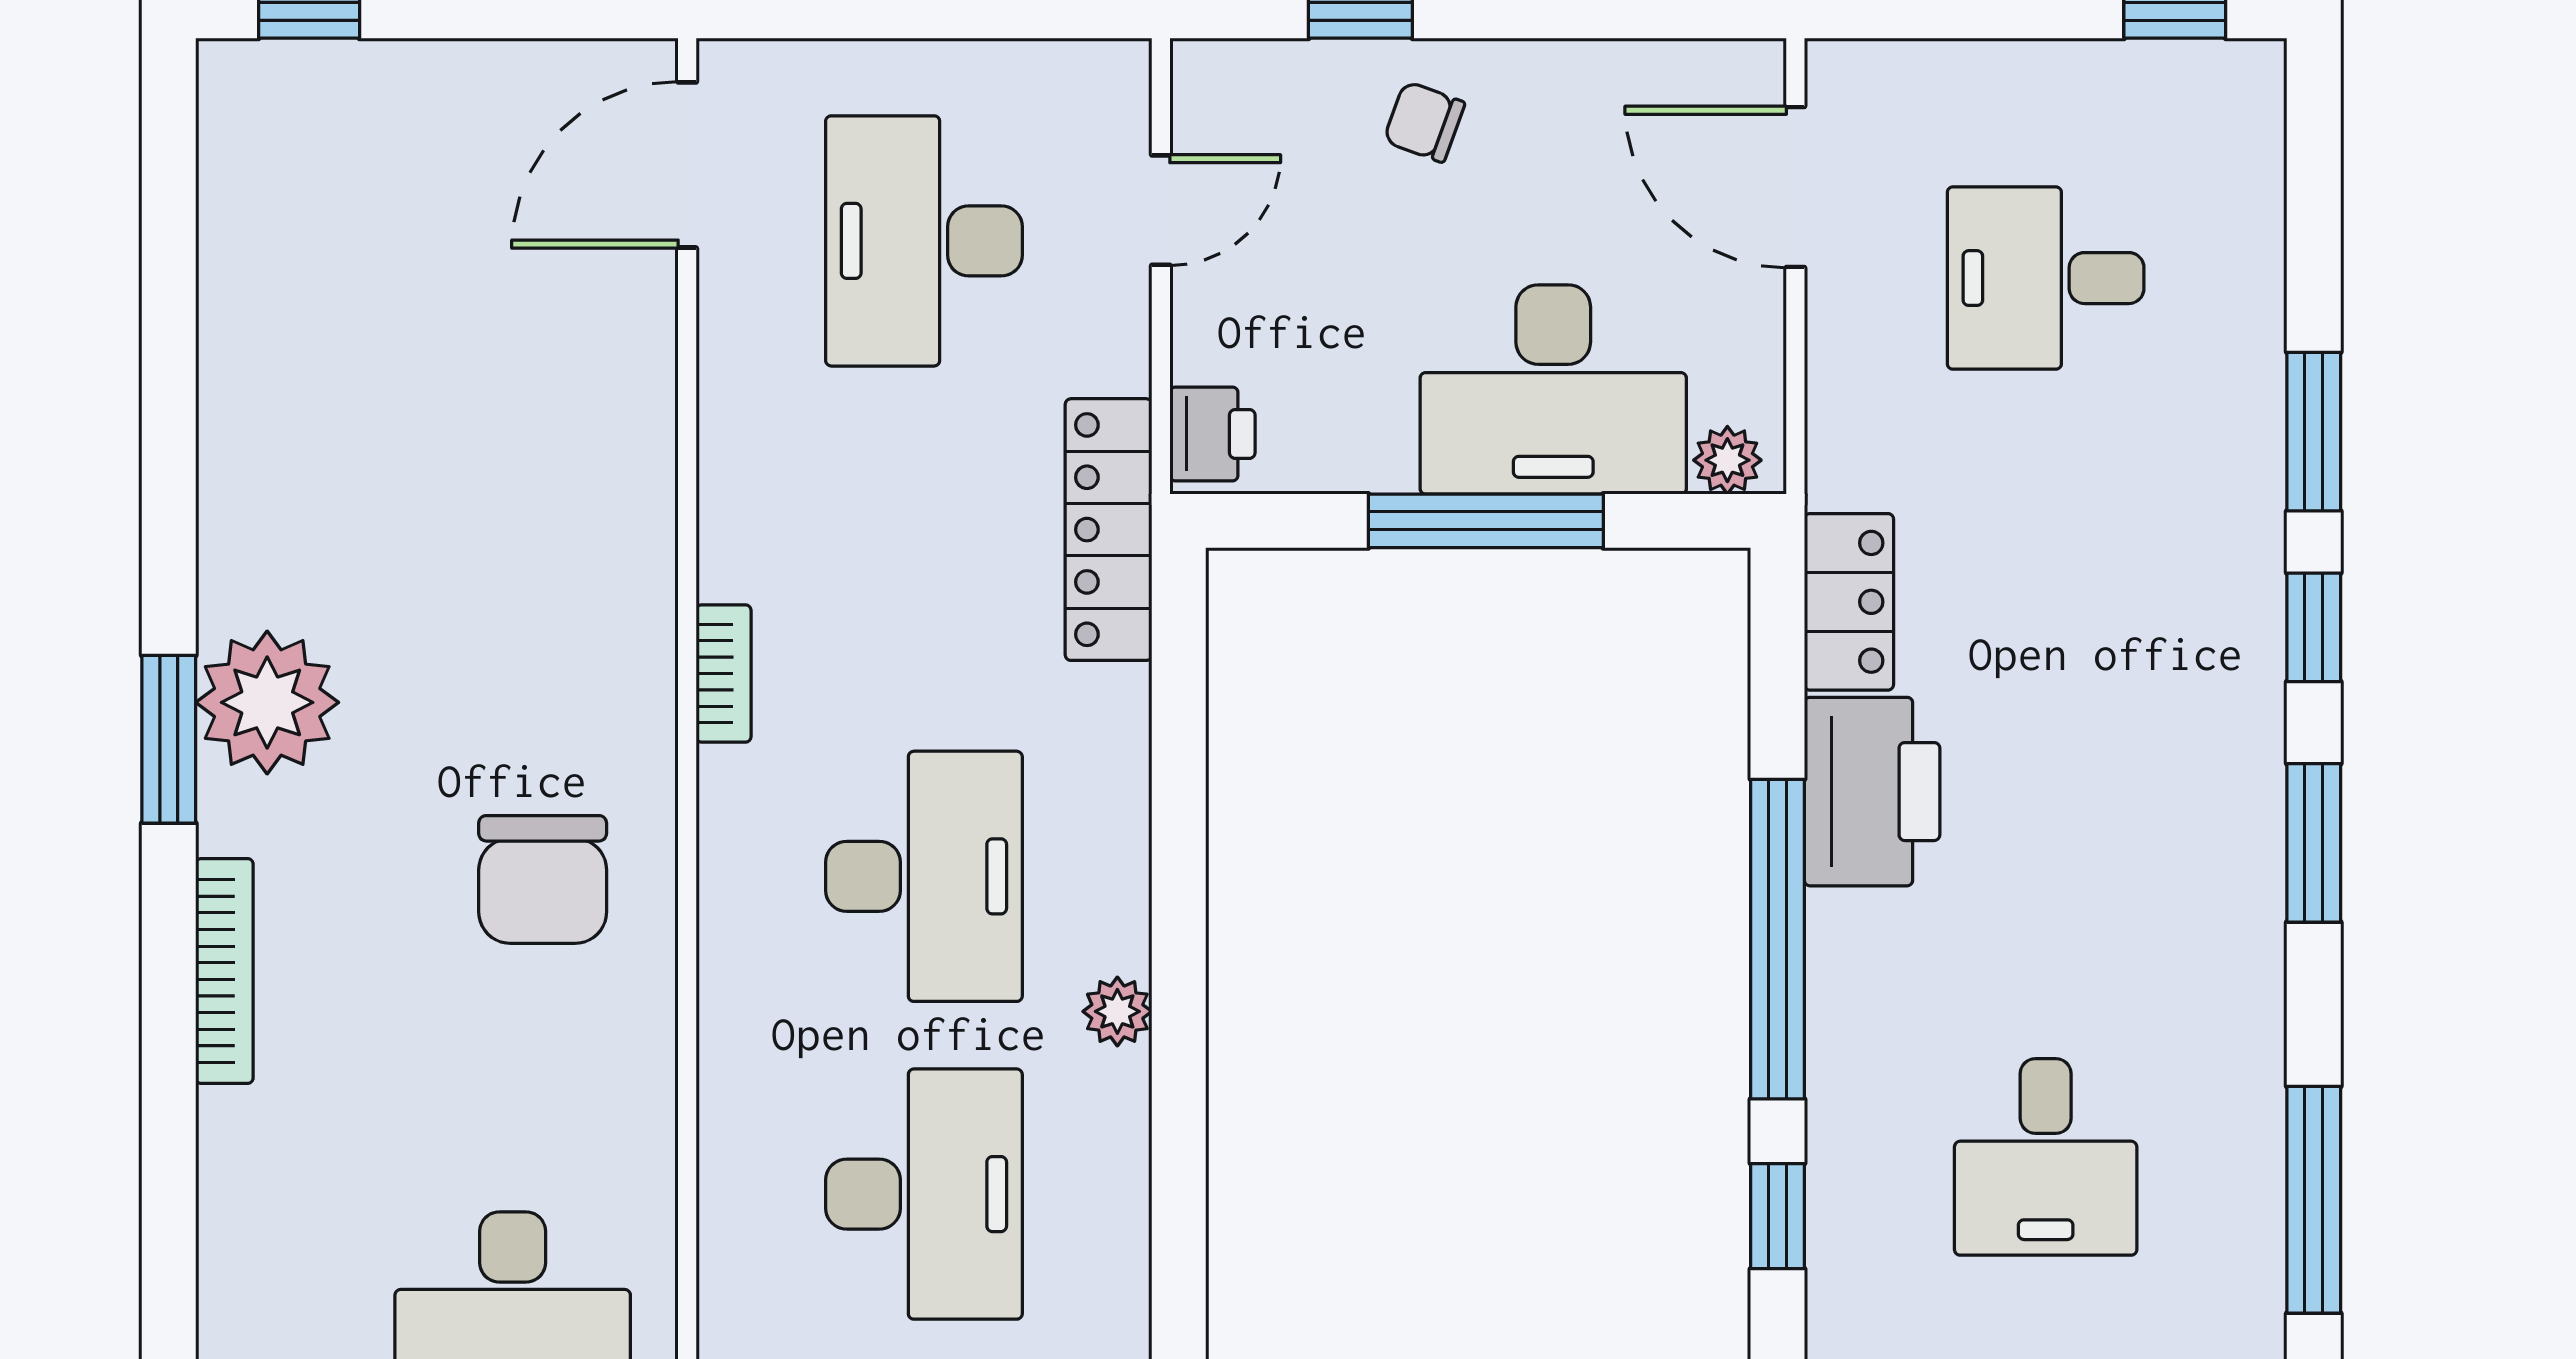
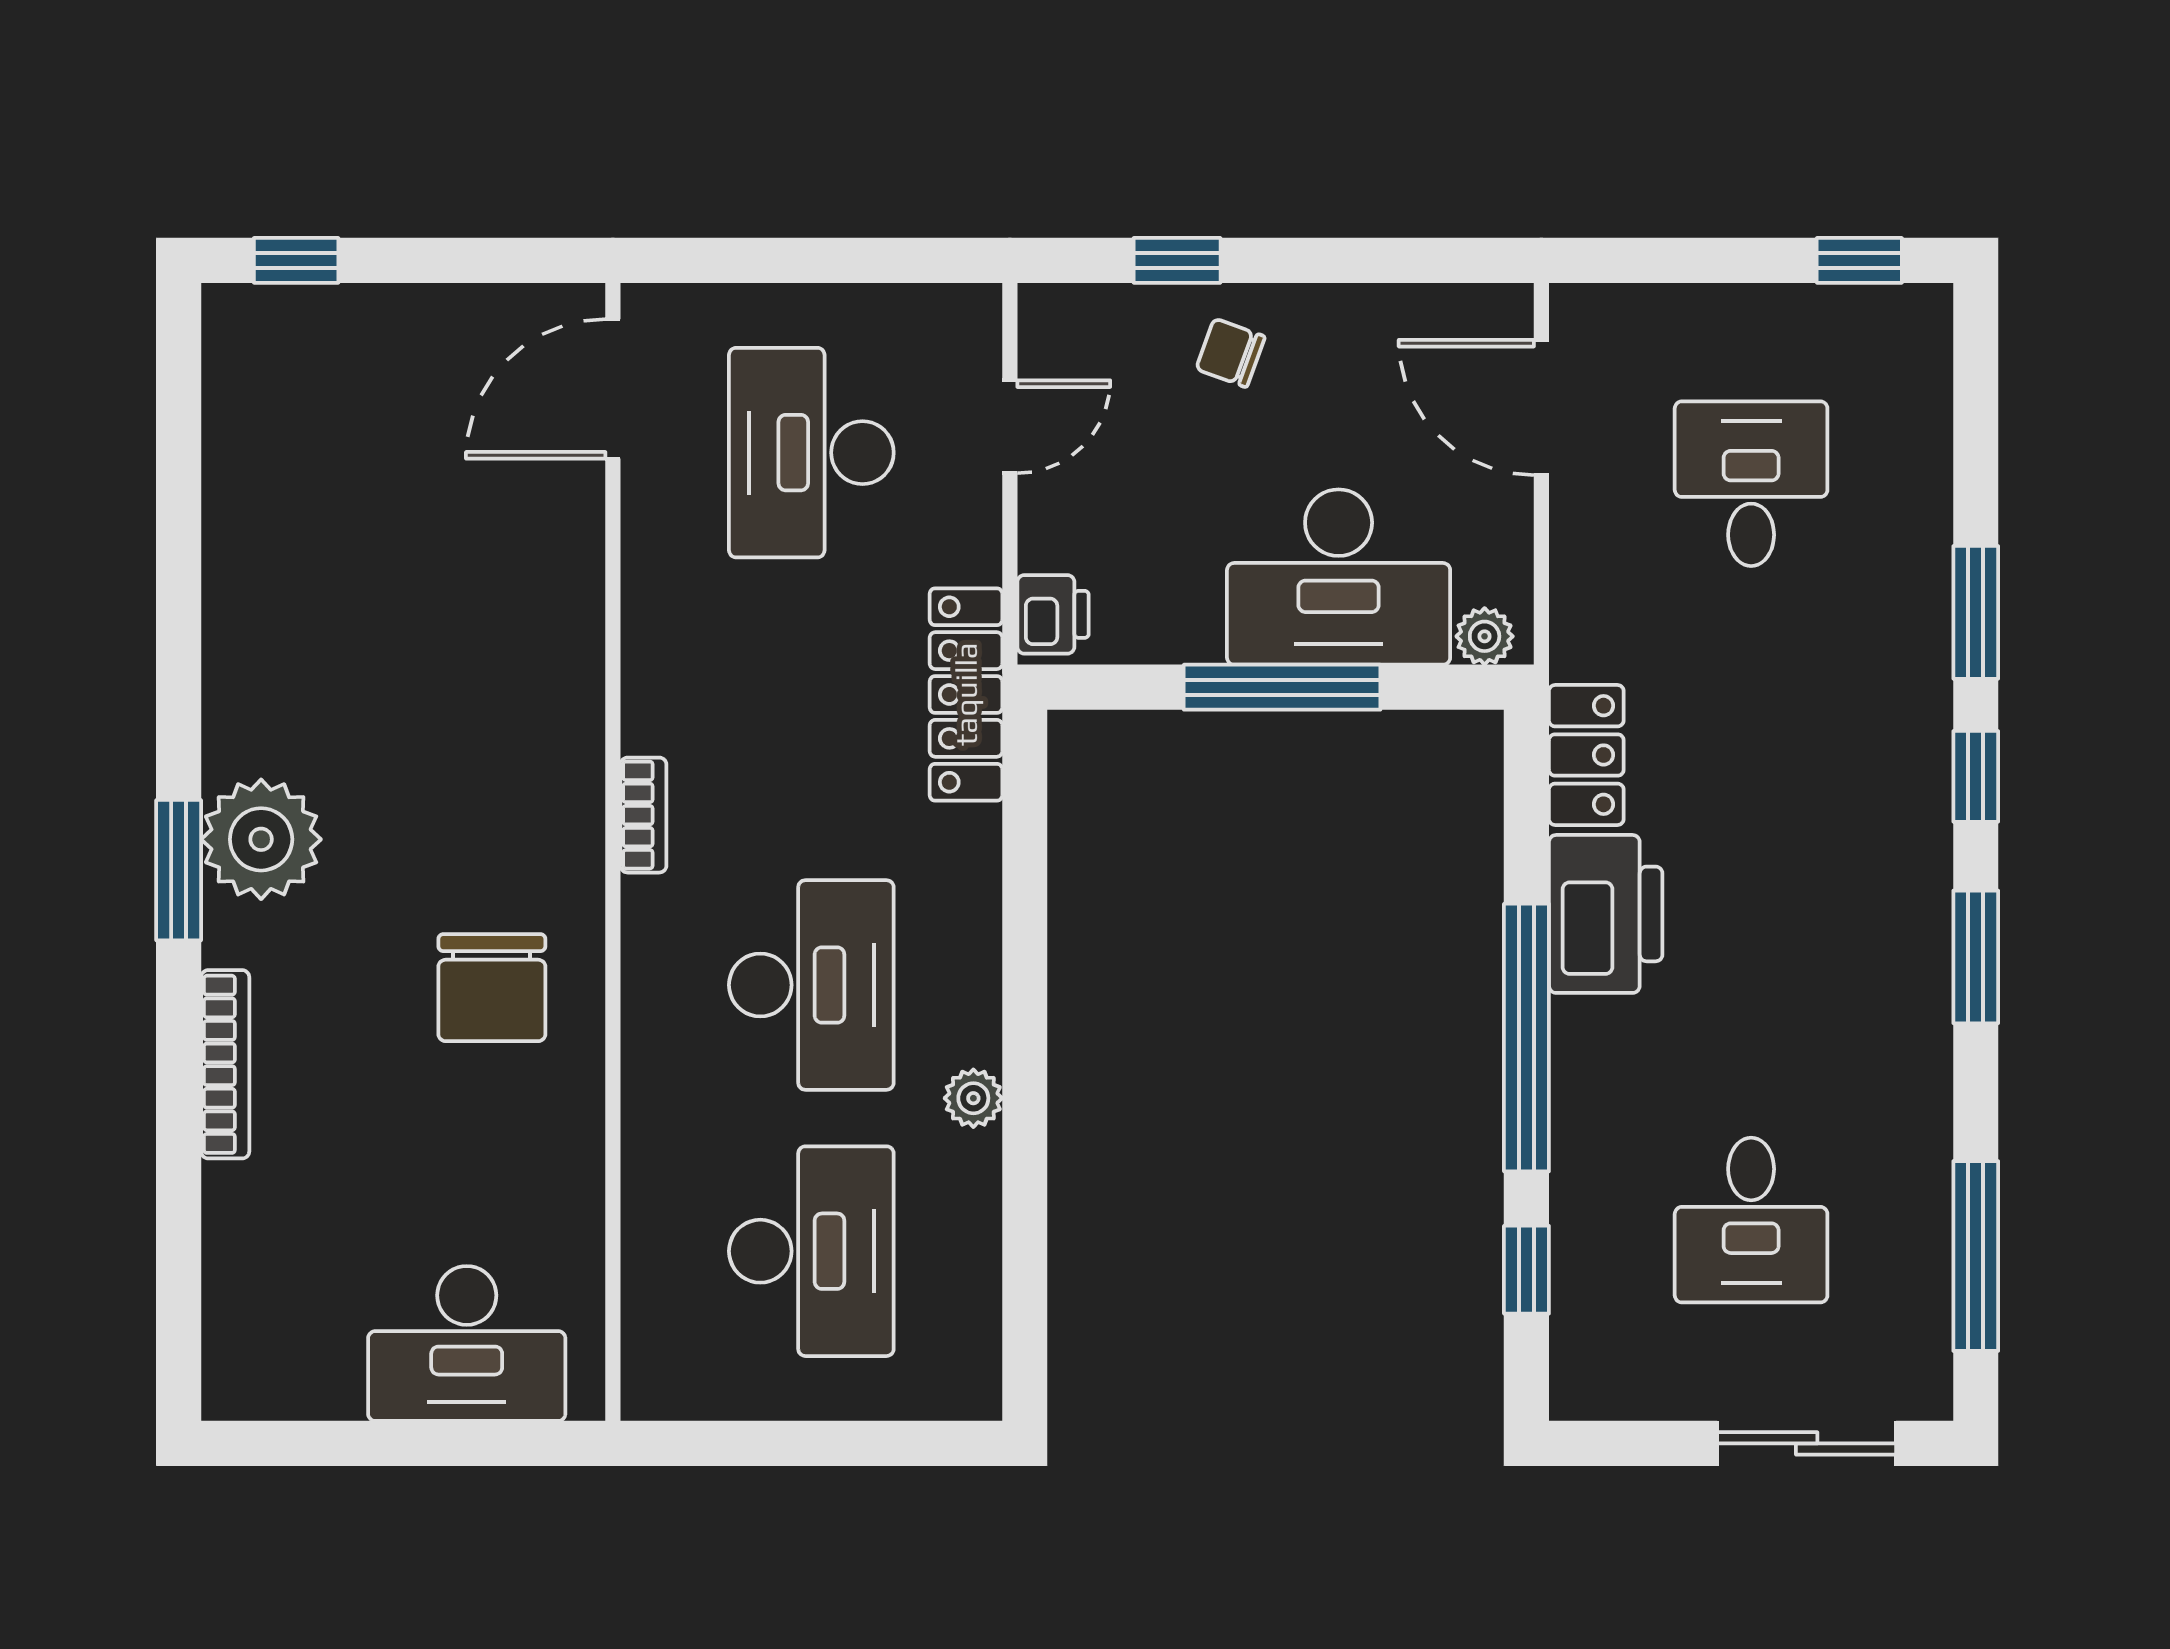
desk: (2046, 278) -> (1751, 484), turned 90

